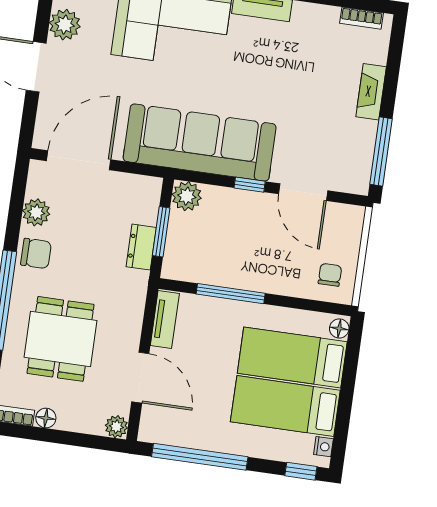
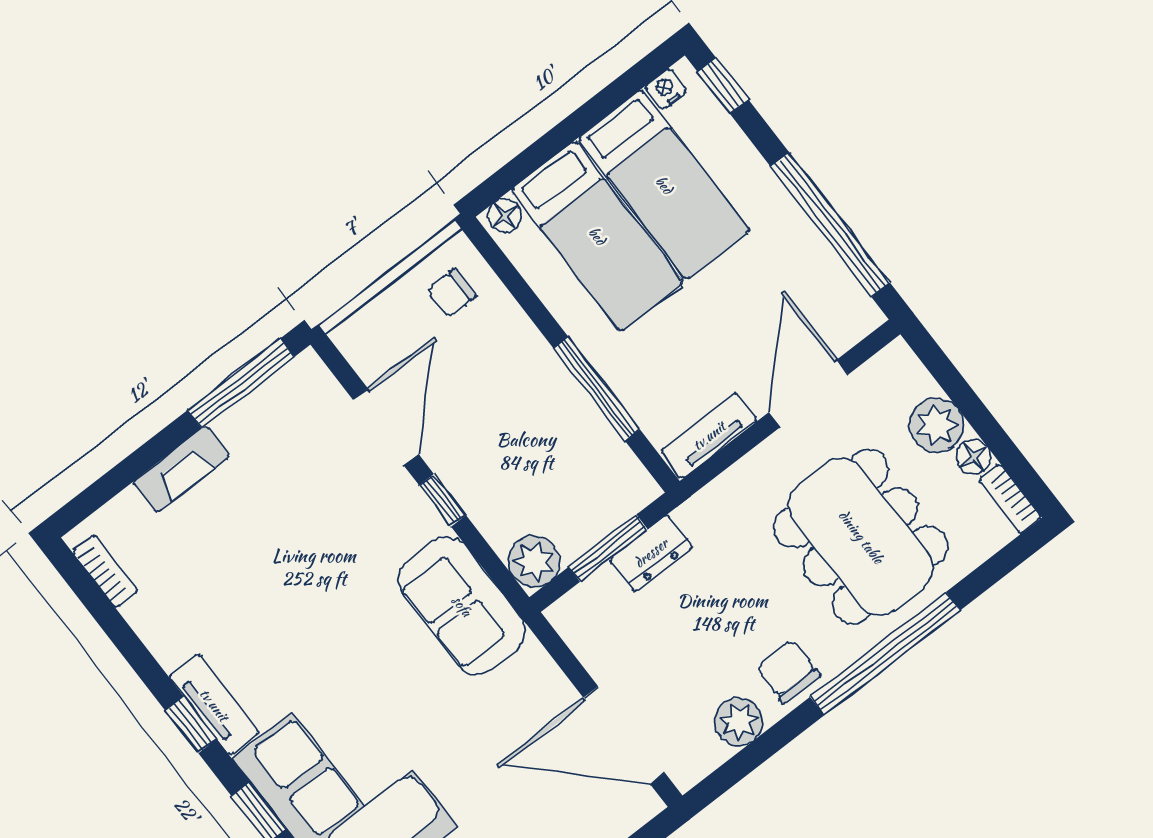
sofa: (200, 143) -> (462, 606), width x0.54, depth x0.79
dining table: (61, 339) -> (861, 537), width x1.38
plant: (116, 427) -> (936, 425), moved, width x1.38, depth x1.38

